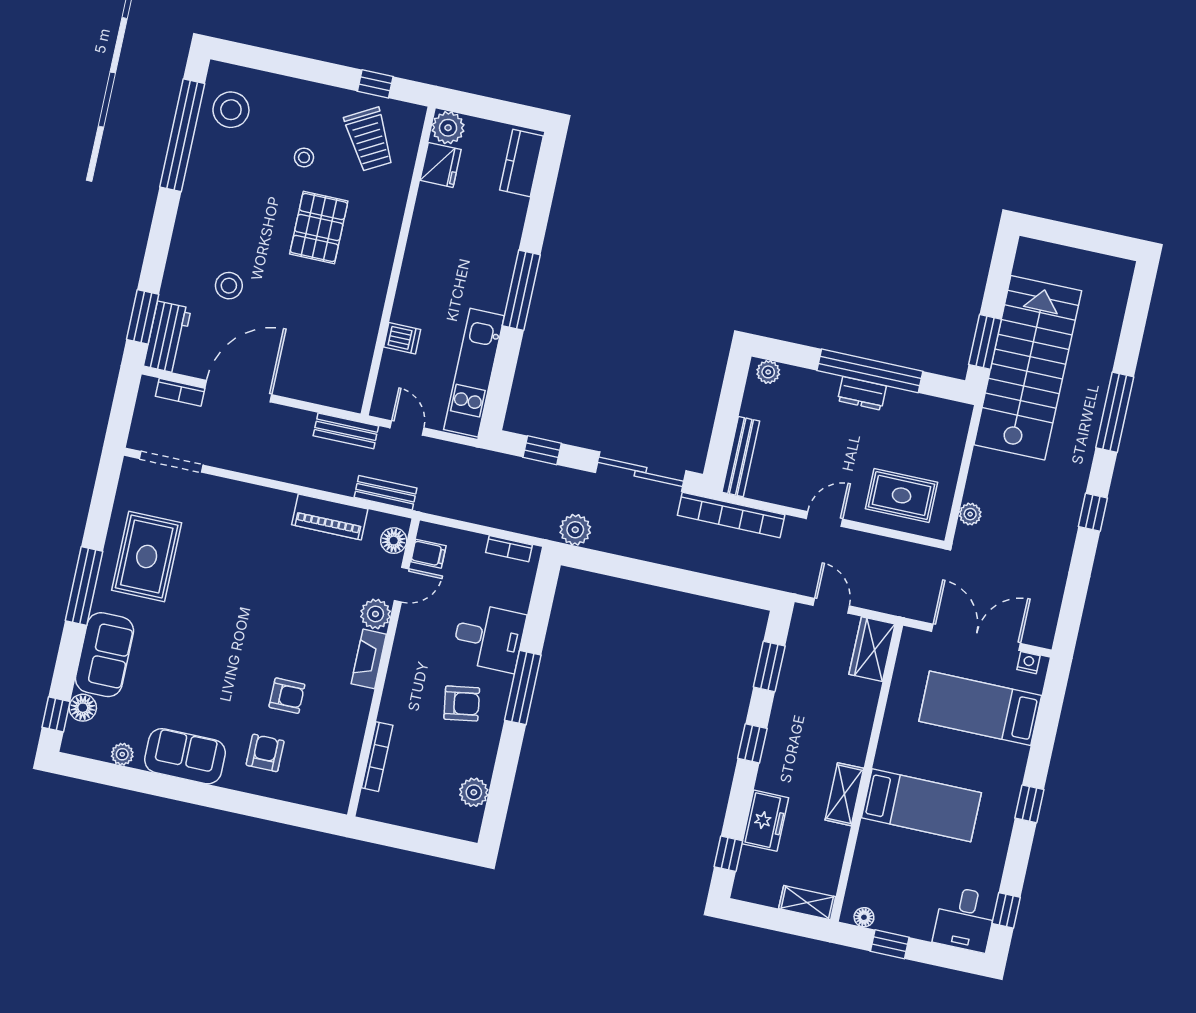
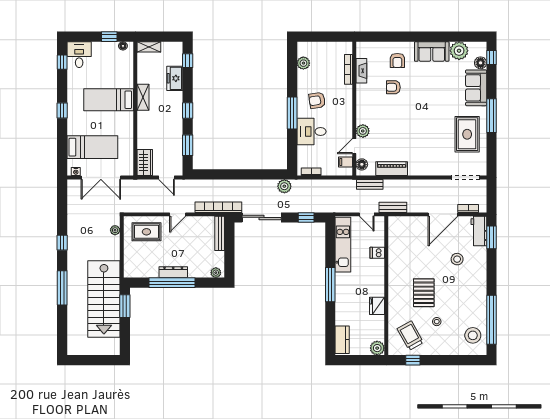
fridge: (441, 165) -> (377, 306), moved
dresser: (862, 393) -> (173, 272), width x1.44
fireplace: (369, 659) -> (361, 71), moved
plant: (122, 754) -> (459, 51), width x1.87, depth x1.87

